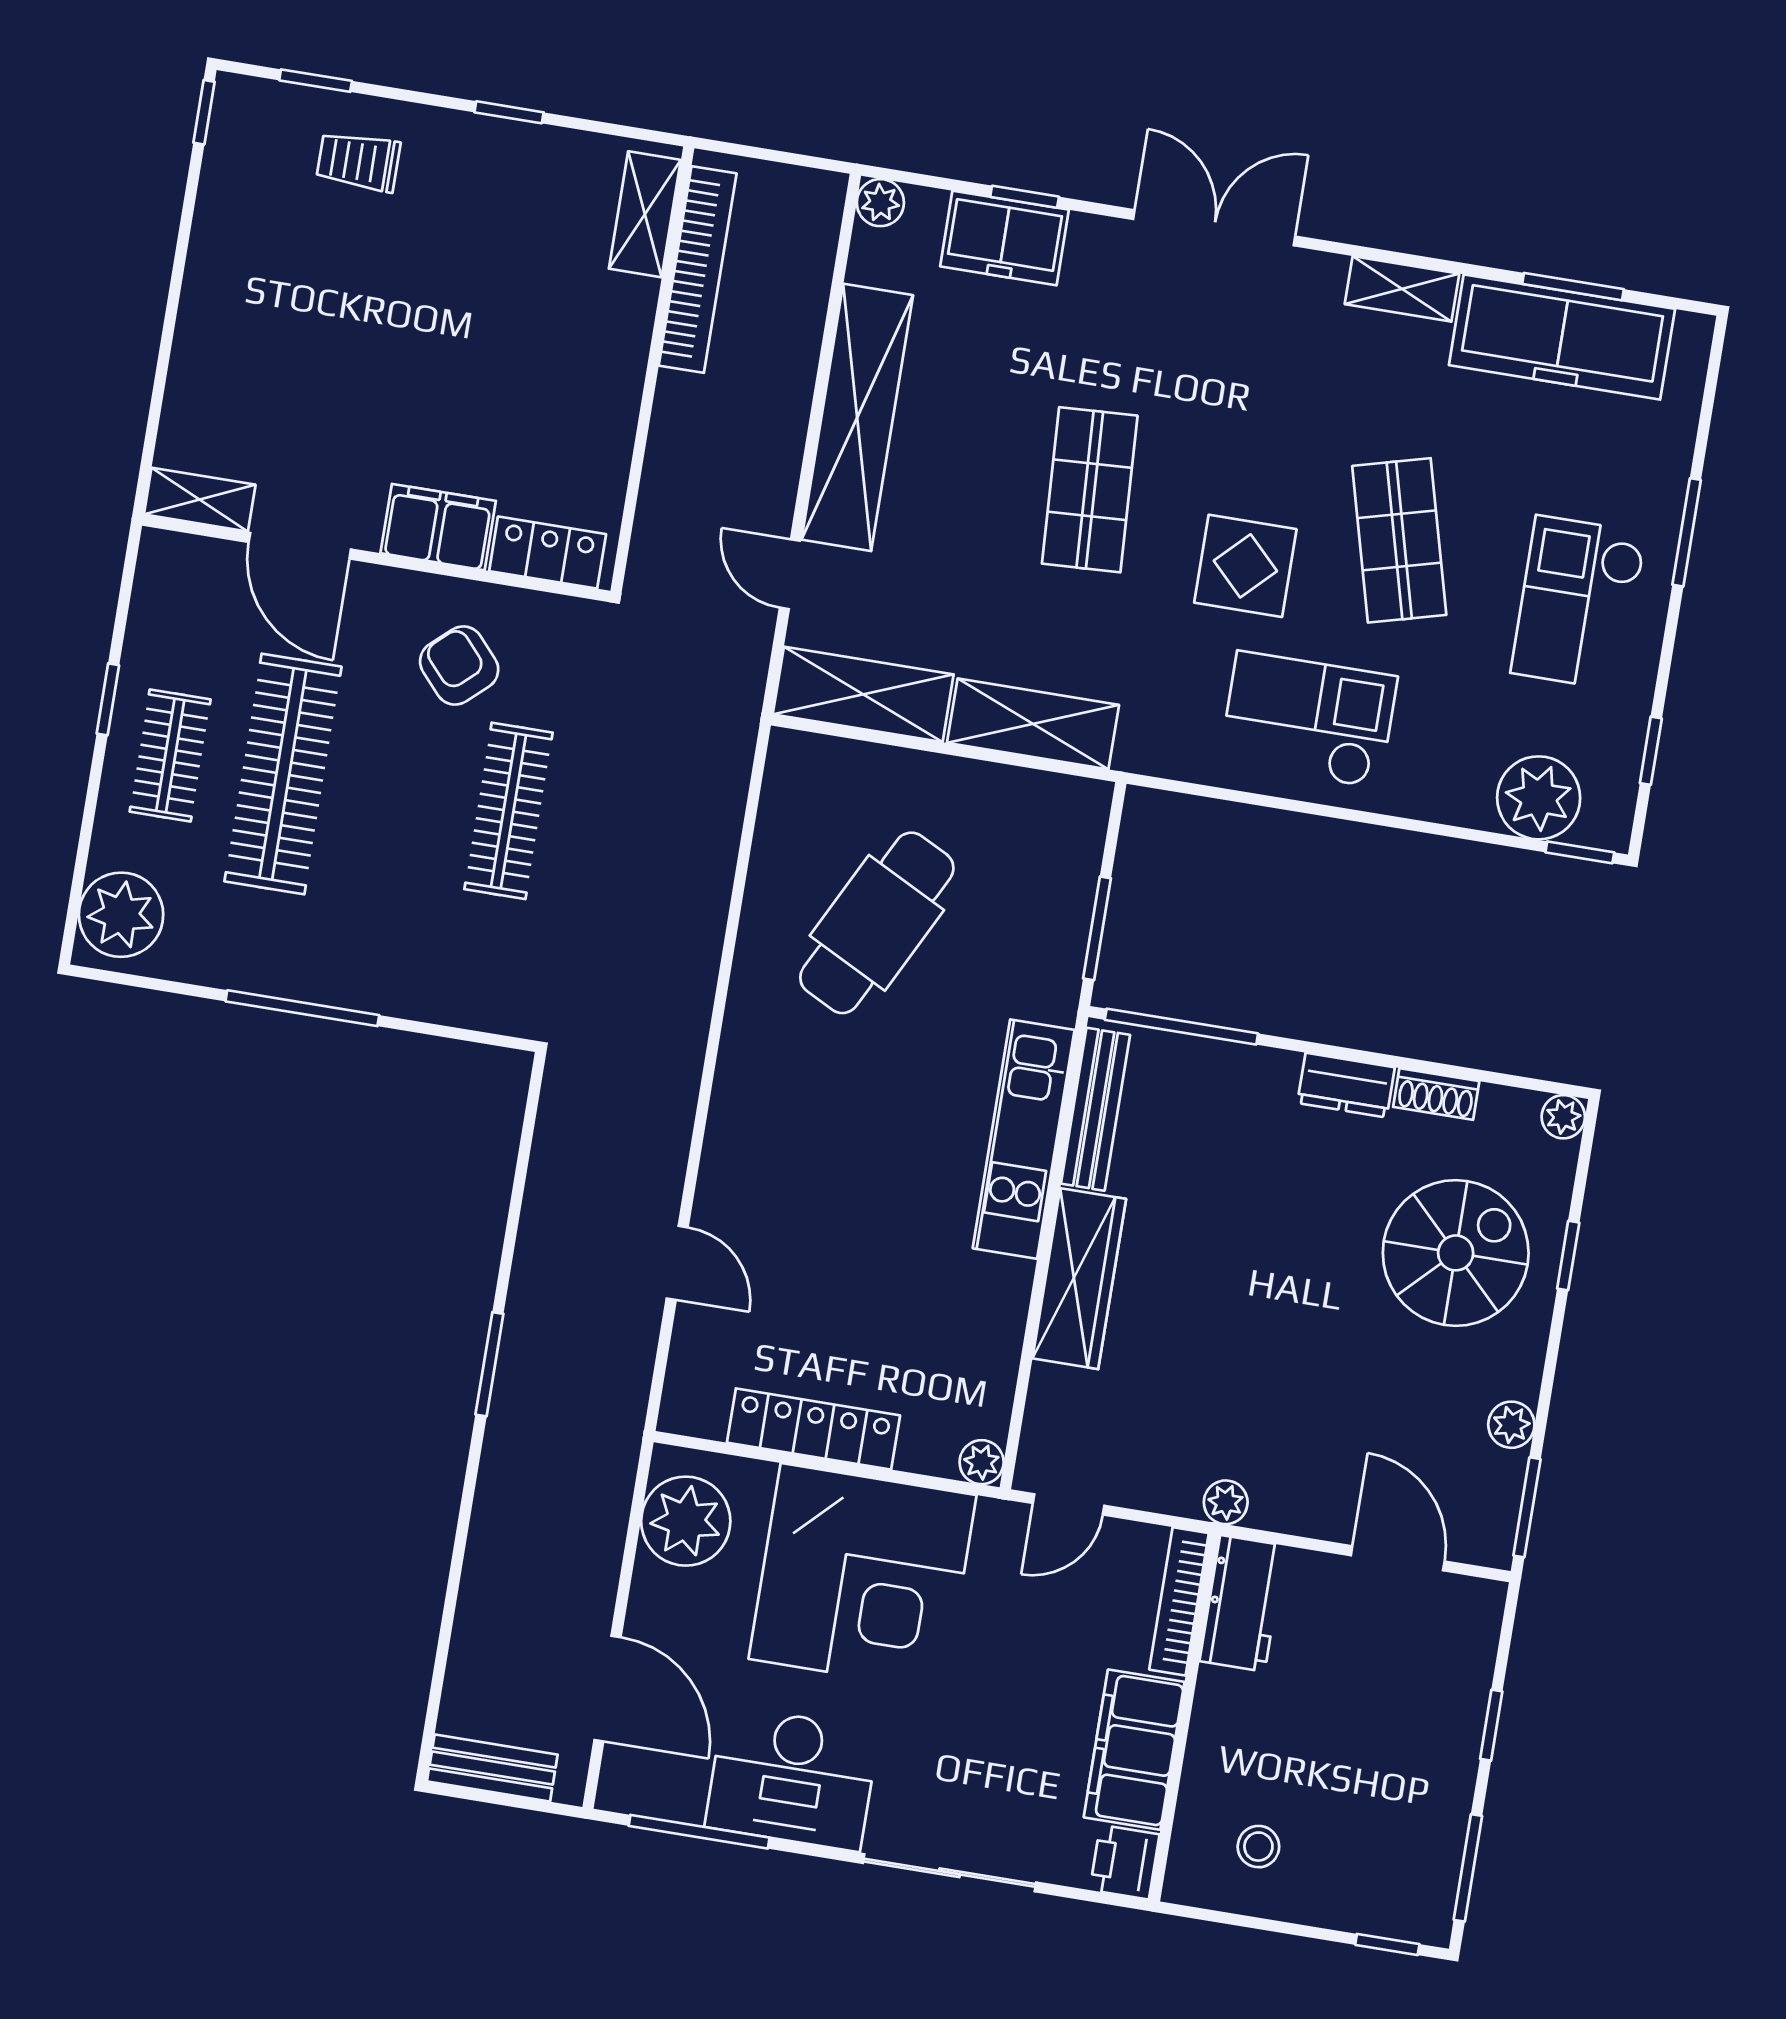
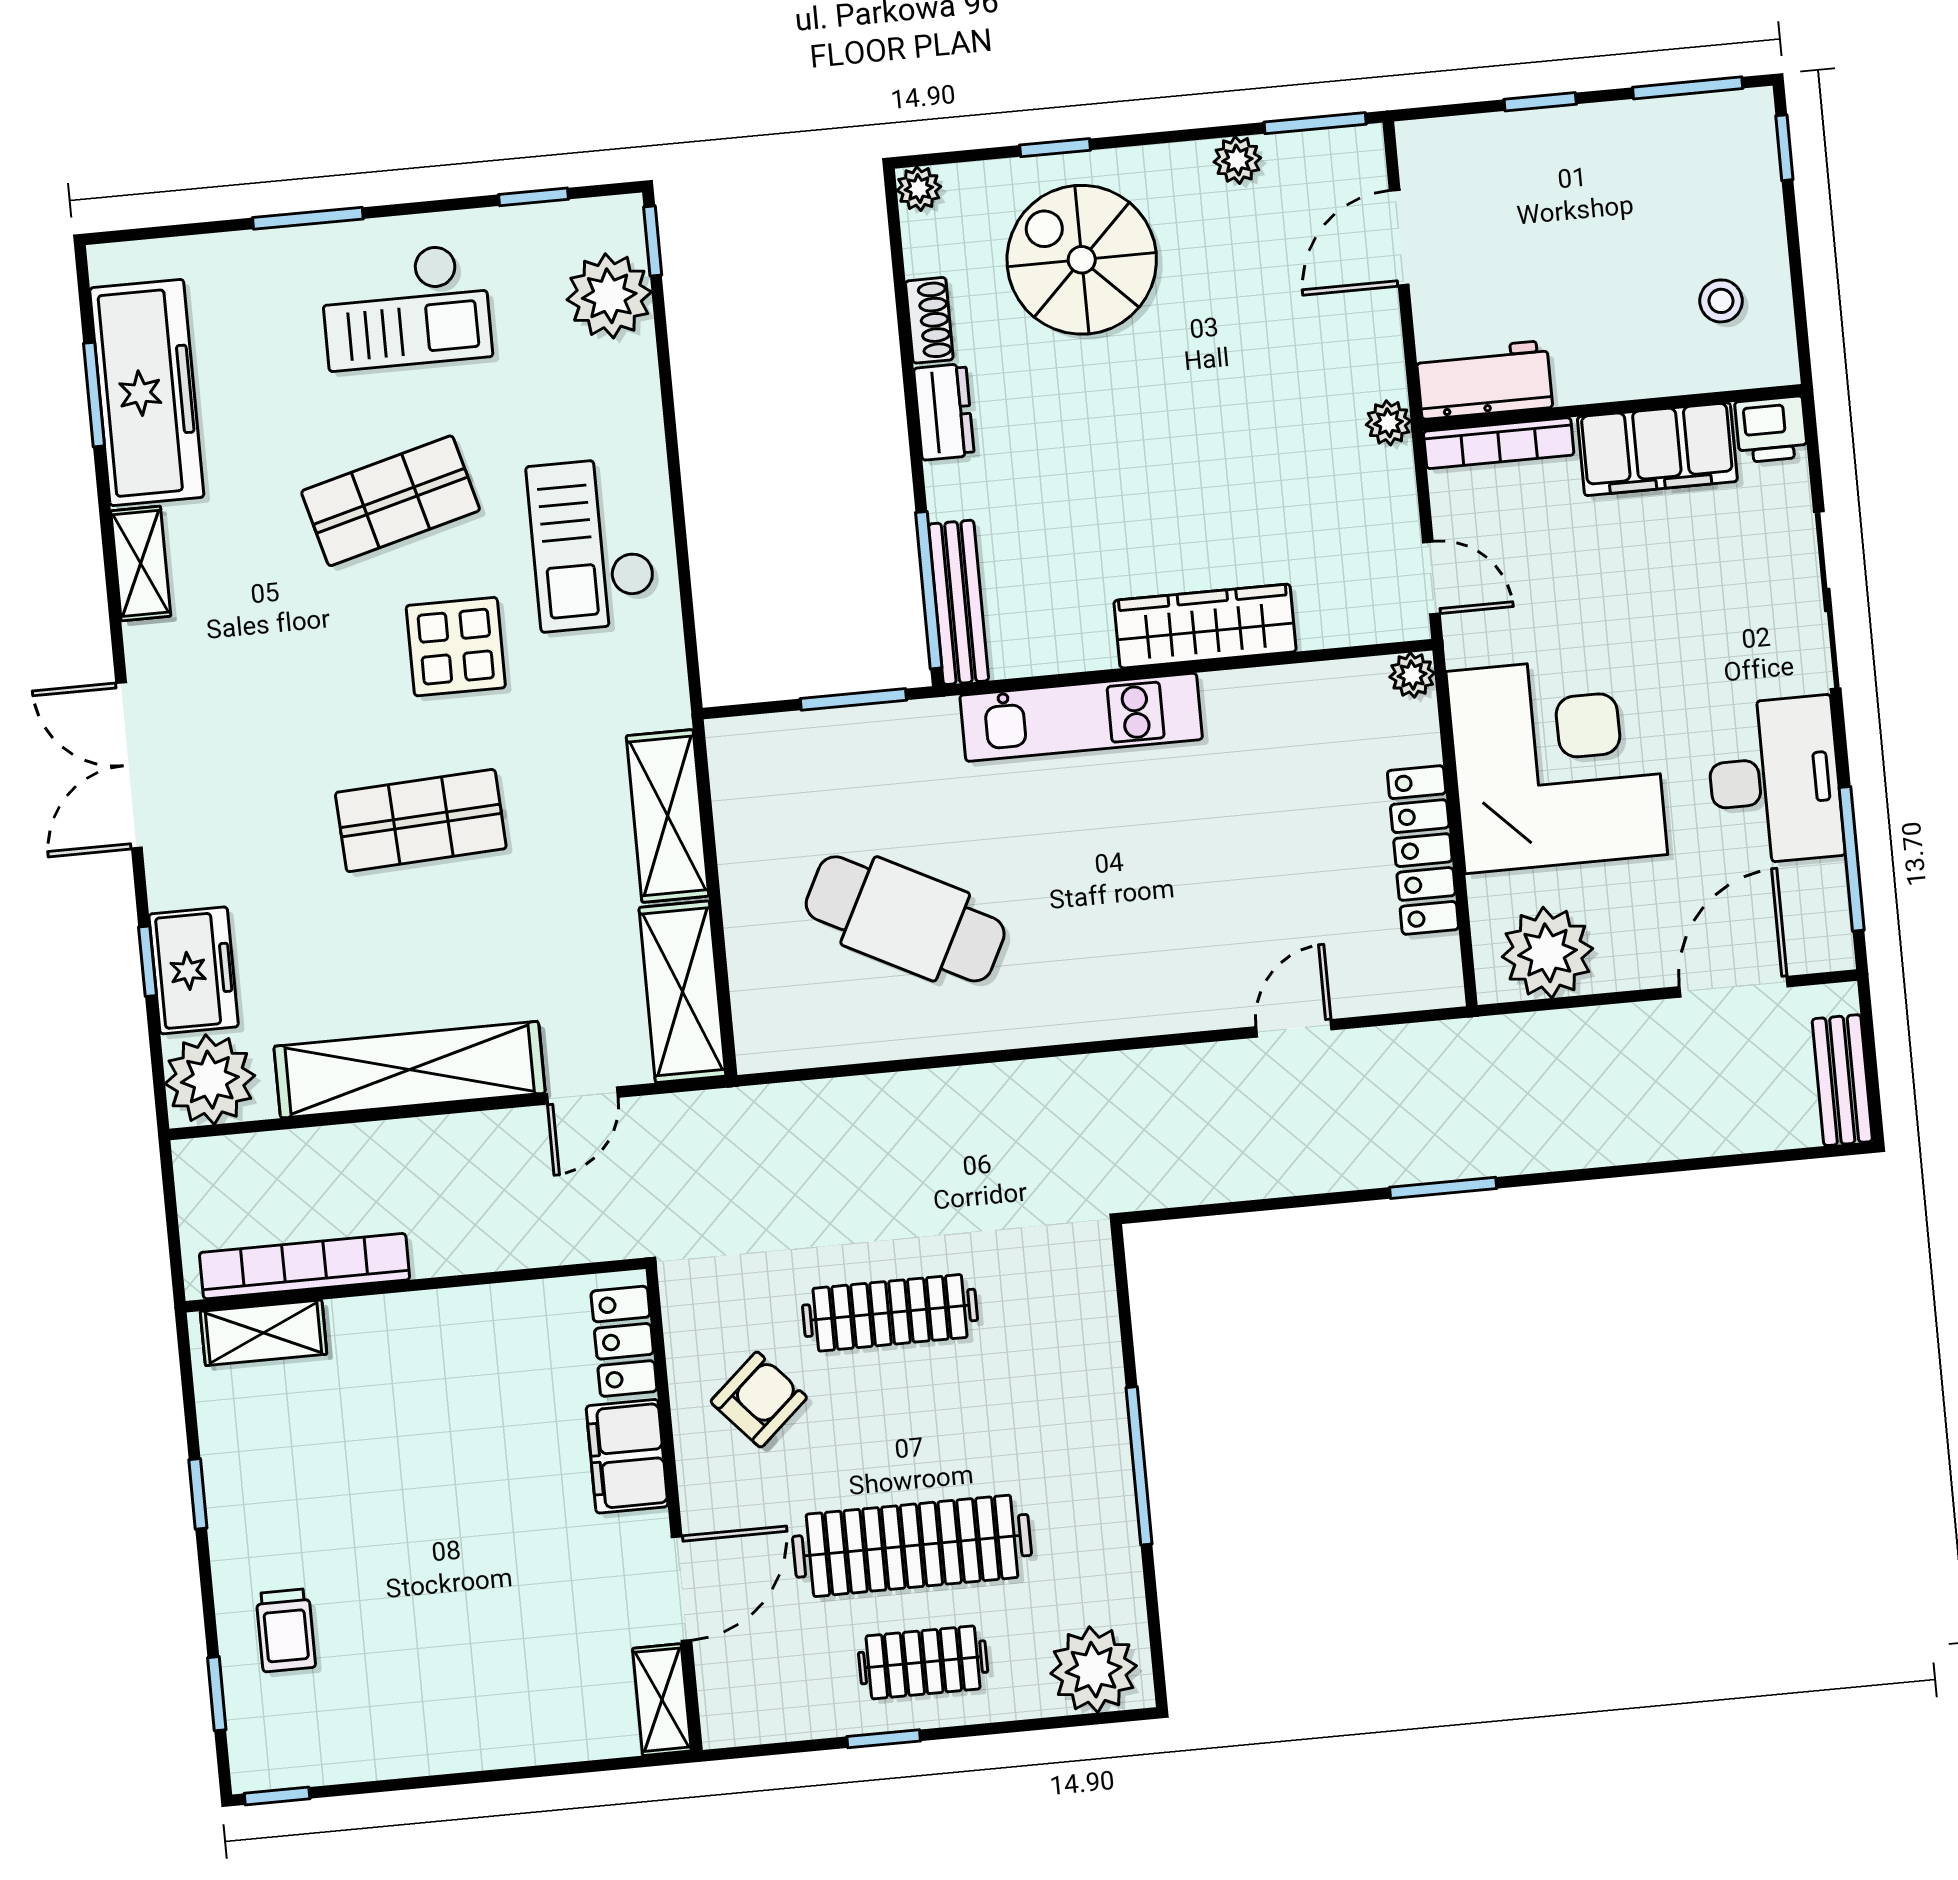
plant: (880, 203) -> (210, 1080), width x1.88, depth x1.88
armchair: (459, 665) -> (759, 1400), turned 180
bench: (1095, 1109) -> (959, 602), moved, turned 90

